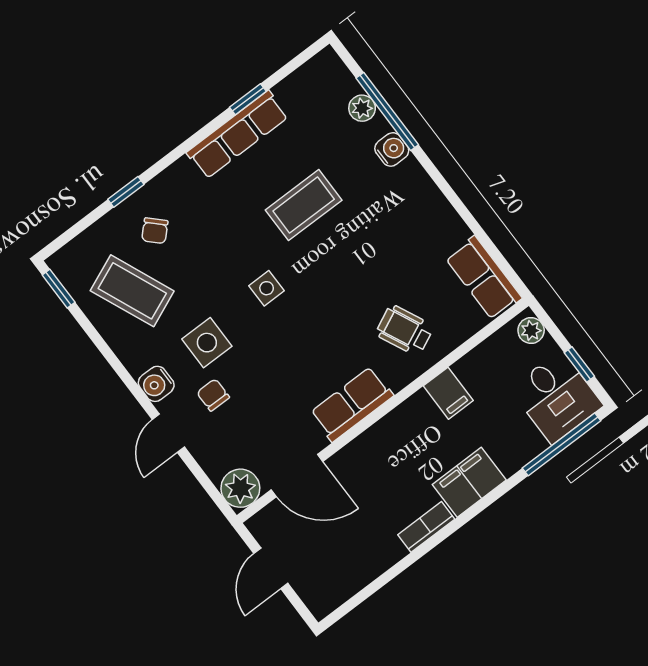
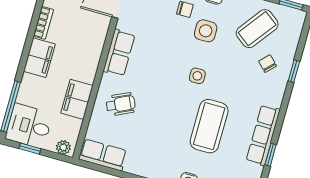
coffee table: (304, 205) -> (209, 126), width x1.36, depth x1.32
coffee table: (132, 291) -> (257, 29), turned -30
filing cabinet: (448, 393) -> (77, 99), width x2.00

